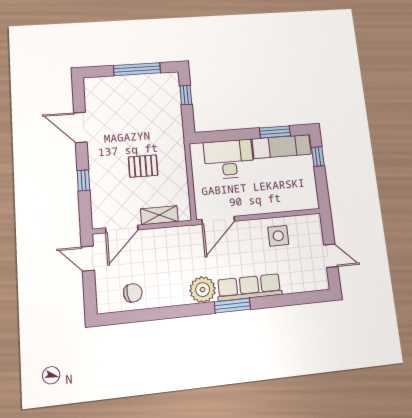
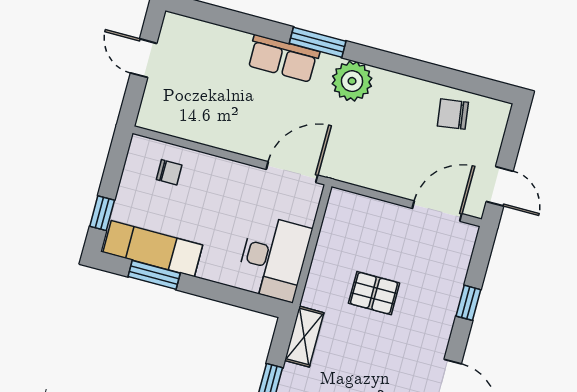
desk: (229, 159) -> (274, 258), moved, turned -90
chair: (290, 194) -> (169, 172), added
shelving: (159, 215) -> (304, 337), moved, turned 90
side table: (278, 236) -> (211, 116), removed
row of seats: (249, 287) -> (283, 59), width x0.68

